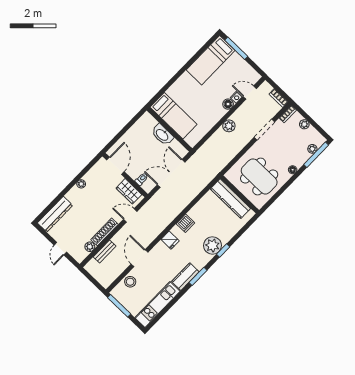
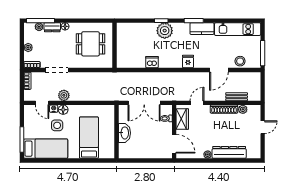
side table: (220, 87) -> (57, 125), added
bed: (174, 116) -> (89, 138), moved
plant: (229, 126) -> (64, 95), moved
dresser: (302, 159) -> (52, 27), added
door: (115, 166) -> (174, 144), swing flipped
dining table: (259, 176) -> (91, 44), width x0.73
kitchen counter: (230, 199) -> (123, 49), removed
dresser: (55, 214) -> (229, 152), moved
door: (130, 215) -> (197, 103), swing flipped
dishwasher: (185, 223) -> (152, 62), moved

